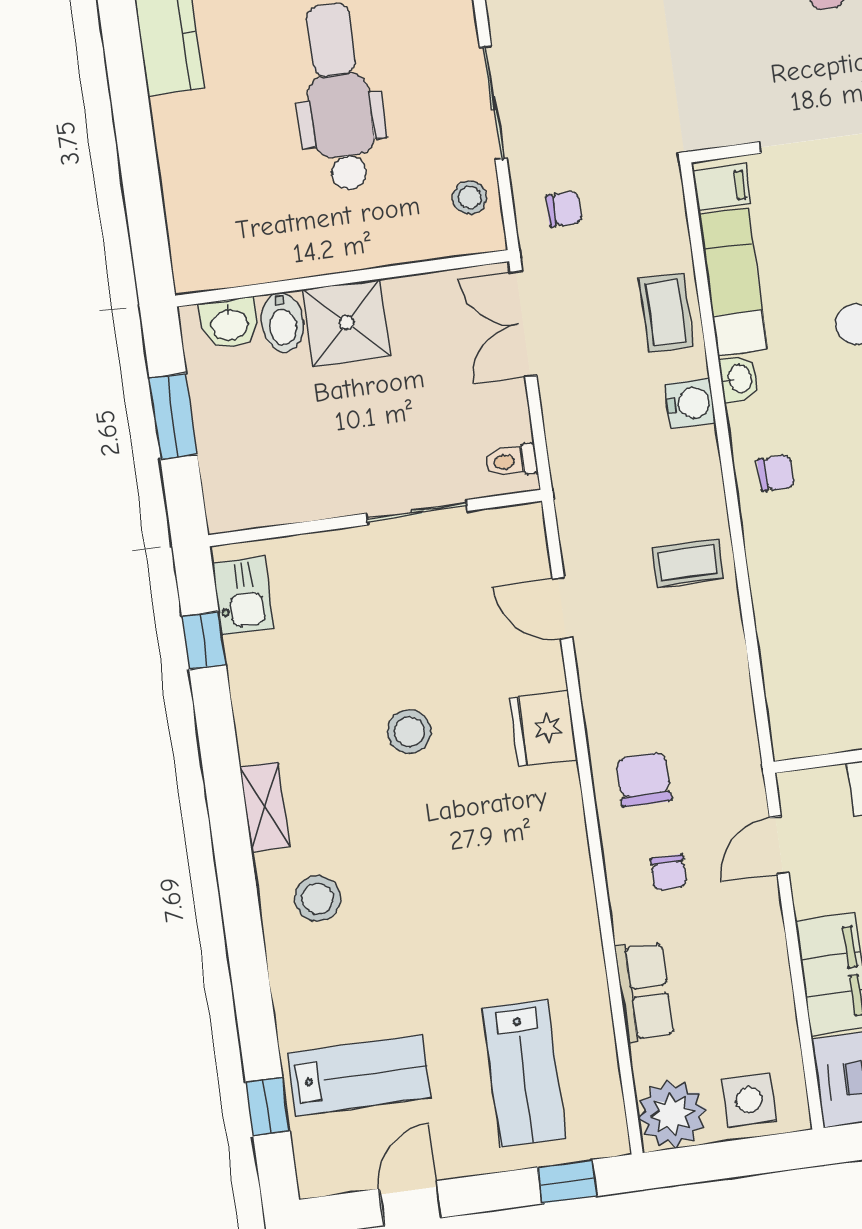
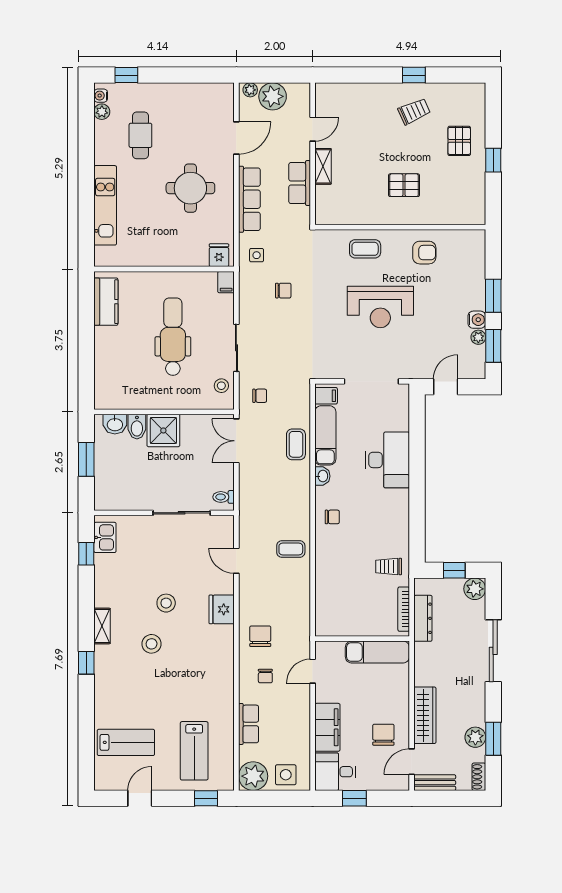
water cooler: (690, 403) -> (301, 483), removed
sliding door: (417, 512) -> (182, 513), width x1.37
stool: (318, 899) -> (152, 644), moved
window: (268, 1107) -> (86, 663), moved

